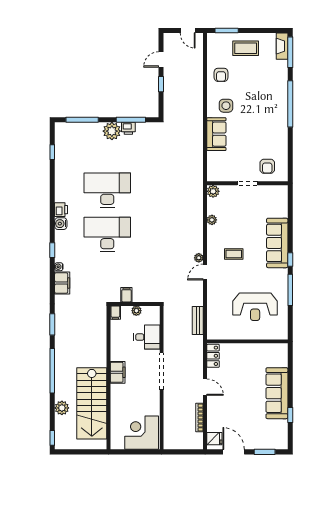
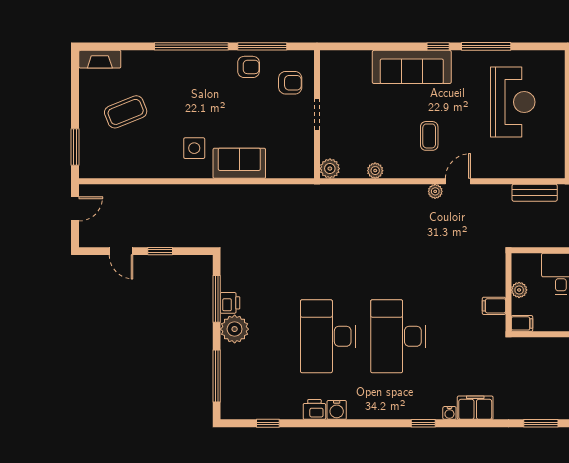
coffee table: (246, 48) -> (126, 112), moved, turned 68
window: (290, 52) -> (262, 46), moved
armchair: (221, 75) -> (249, 67), moved
printer: (61, 210) -> (314, 409), moved
water cooler: (61, 224) -> (337, 410), moved
door: (205, 272) -> (458, 181), swing flipped

